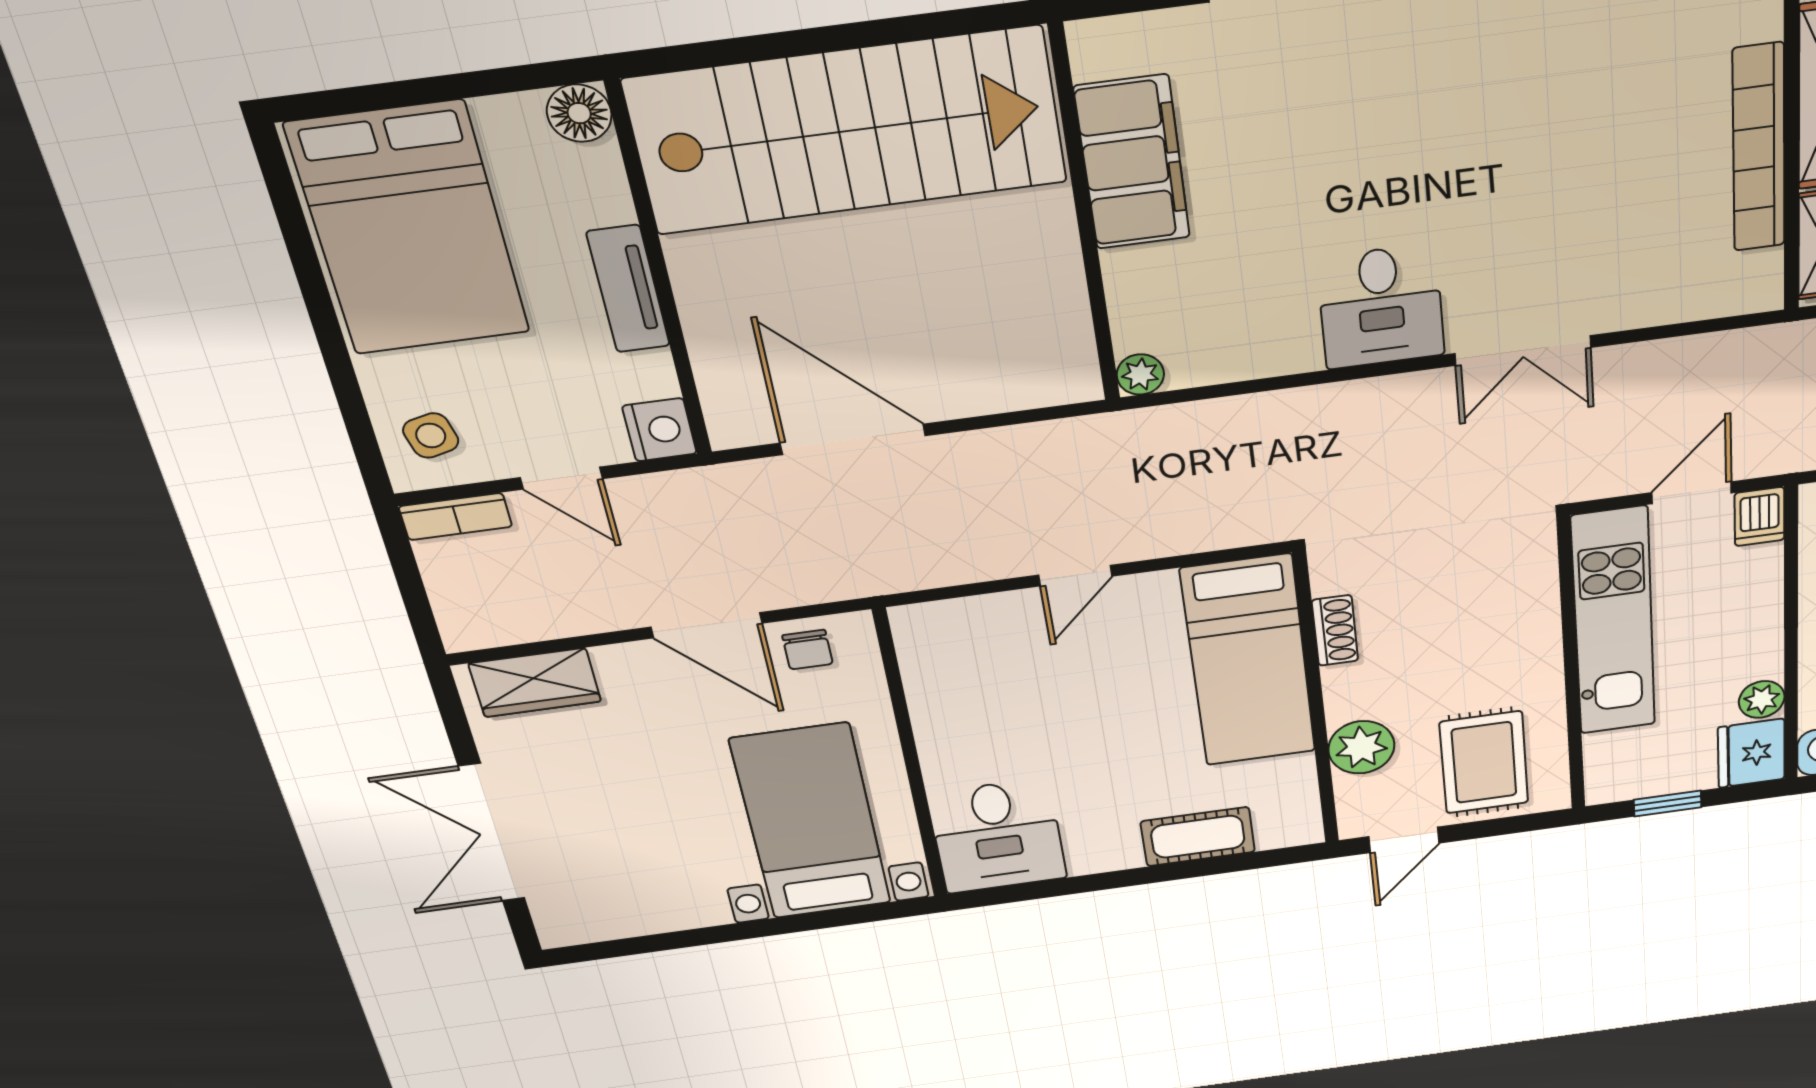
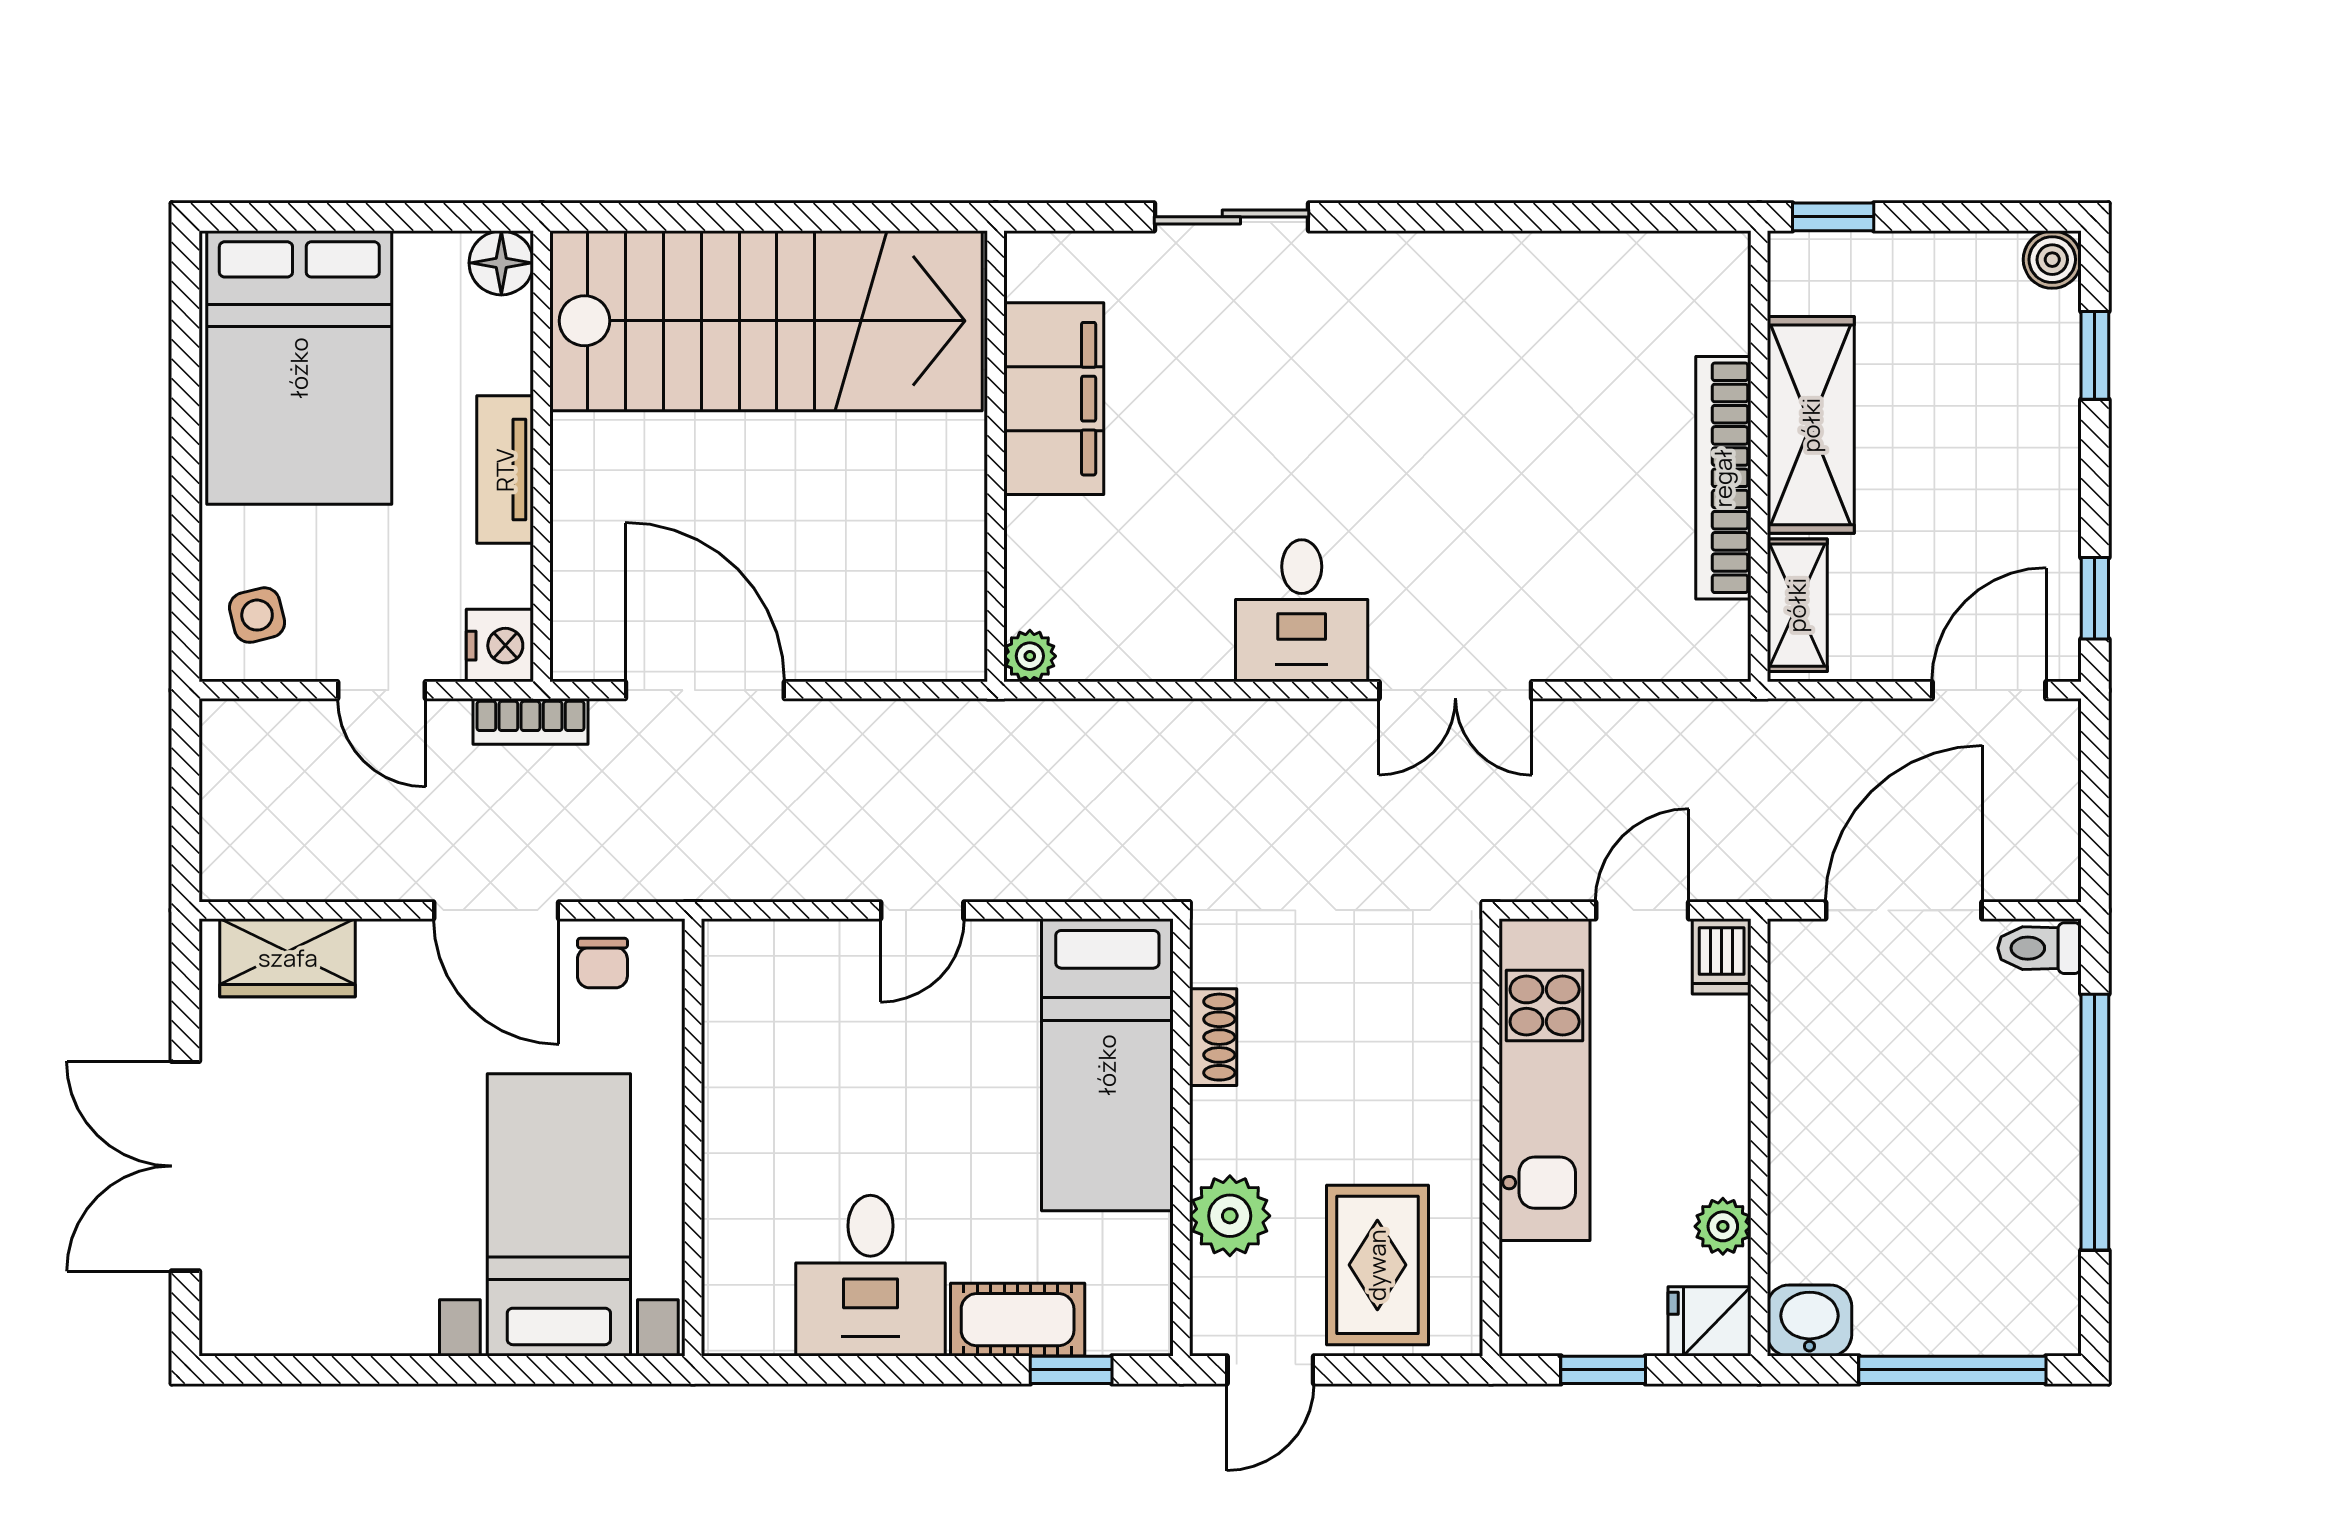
bookcase: (455, 517) -> (530, 721), moved
fridge: (1751, 753) -> (1710, 1321), width x0.72
desk: (997, 836) -> (870, 1276), moved
window: (1245, 862) -> (1071, 1370), added

